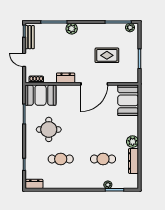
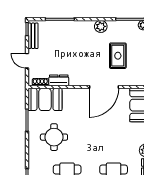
plant: (72, 29) -> (101, 26), moved
rug: (107, 55) -> (118, 56), turned 90
dresser: (66, 78) -> (59, 80), moved

